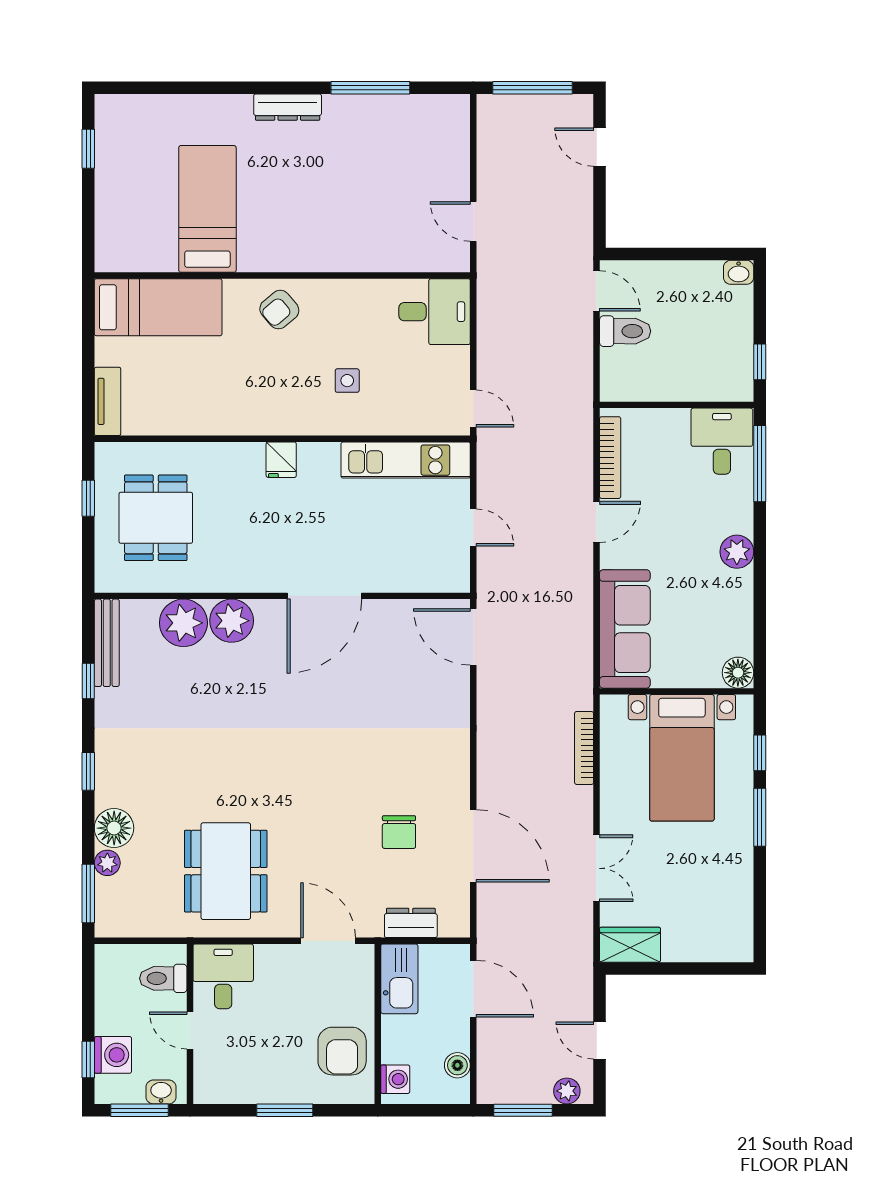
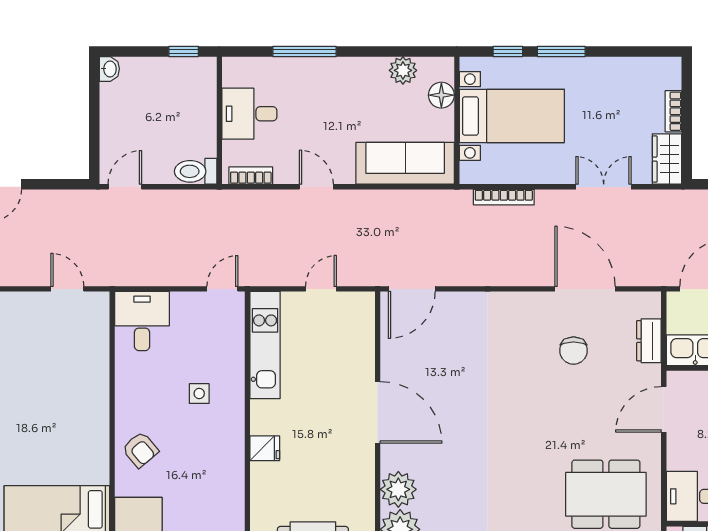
door: (473, 222) -> (67, 289), swing flipped
toilet: (625, 331) -> (196, 171), moved, turned -90
desk: (722, 441) -> (249, 114), moved
bookcase: (610, 458) -> (251, 176), width x0.64
window: (760, 464) -> (304, 51), moved
plant: (737, 552) -> (403, 70), moved
floor lamp: (738, 673) -> (441, 95), moved
chair: (399, 832) -> (573, 351), turned 90
door: (473, 846) -> (585, 289), hinge flipped
bookcase: (688, 952) -> (673, 111), added

